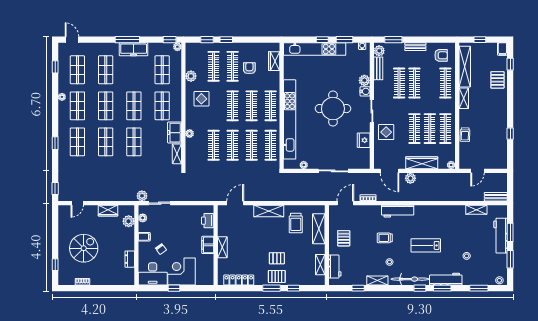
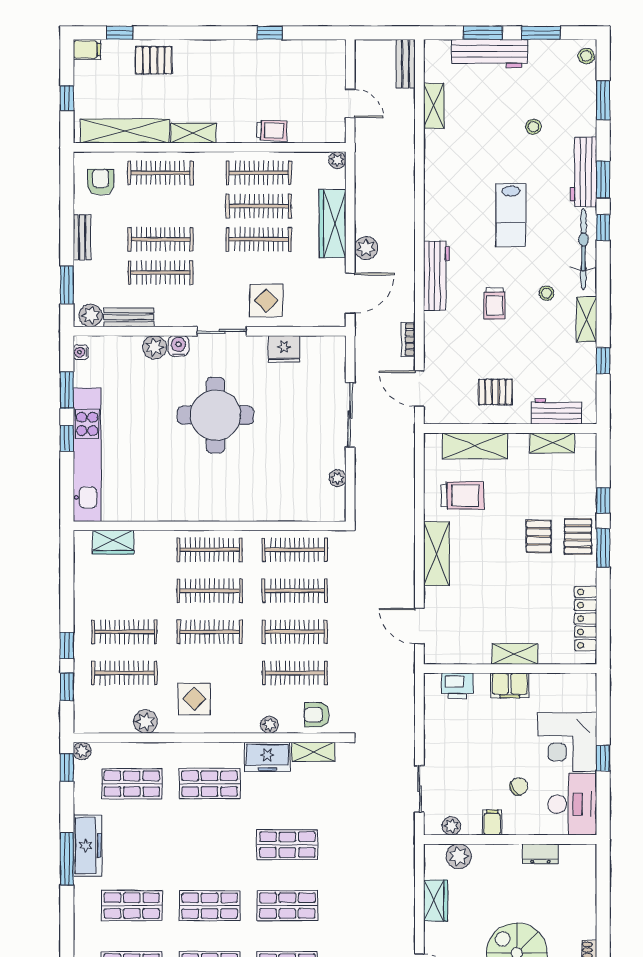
armchair: (249, 68) -> (317, 715), moved
shop shelf: (134, 106) -> (210, 845), removed
kitchen unit: (290, 119) -> (239, 509), removed
plant: (142, 196) -> (404, 827), removed

